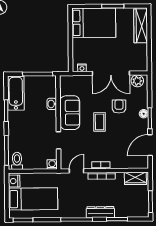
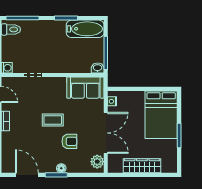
wardrobe: (141, 26) -> (142, 166), moved
double door: (111, 73) -> (106, 133), swing flipped
washbasin: (52, 104) -> (98, 68), moved
sofa: (70, 113) -> (85, 88), moved

